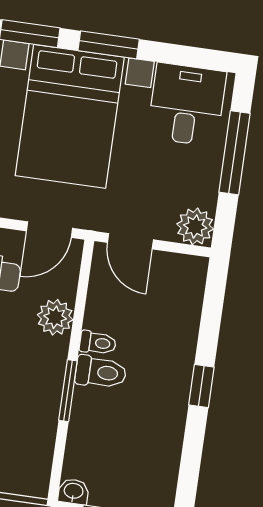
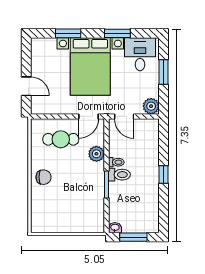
window: (109, 45) -> (117, 33), moved
window: (235, 153) -> (163, 72), width x0.69

